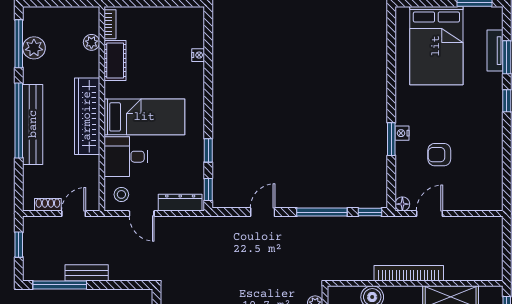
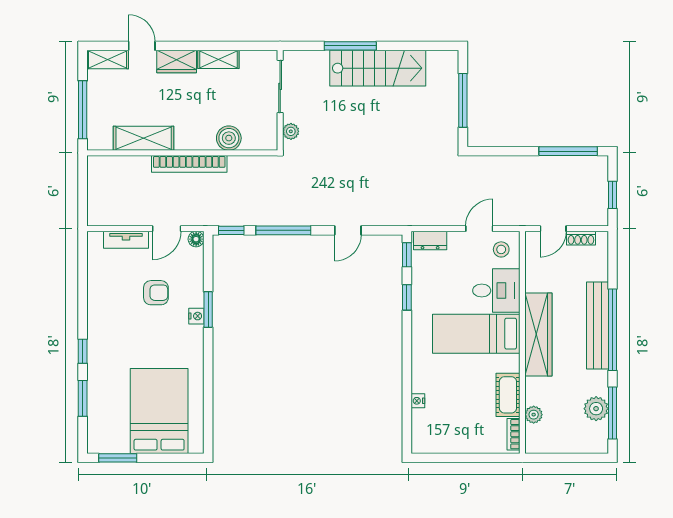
tv unit: (495, 51) -> (126, 240), moved, turned 90
dresser: (180, 203) -> (430, 240), width x0.70
door: (142, 214) -> (479, 229), hinge flipped
bench: (87, 273) -> (539, 164), removed

